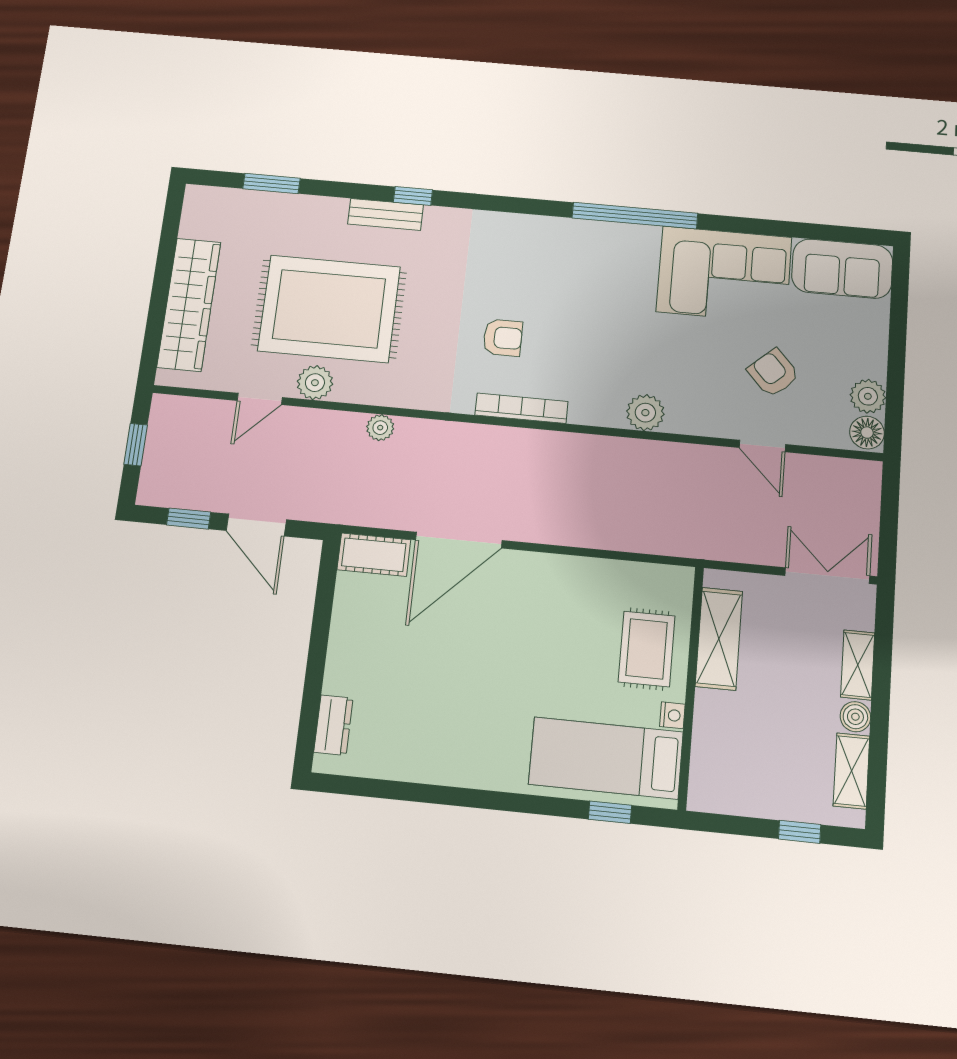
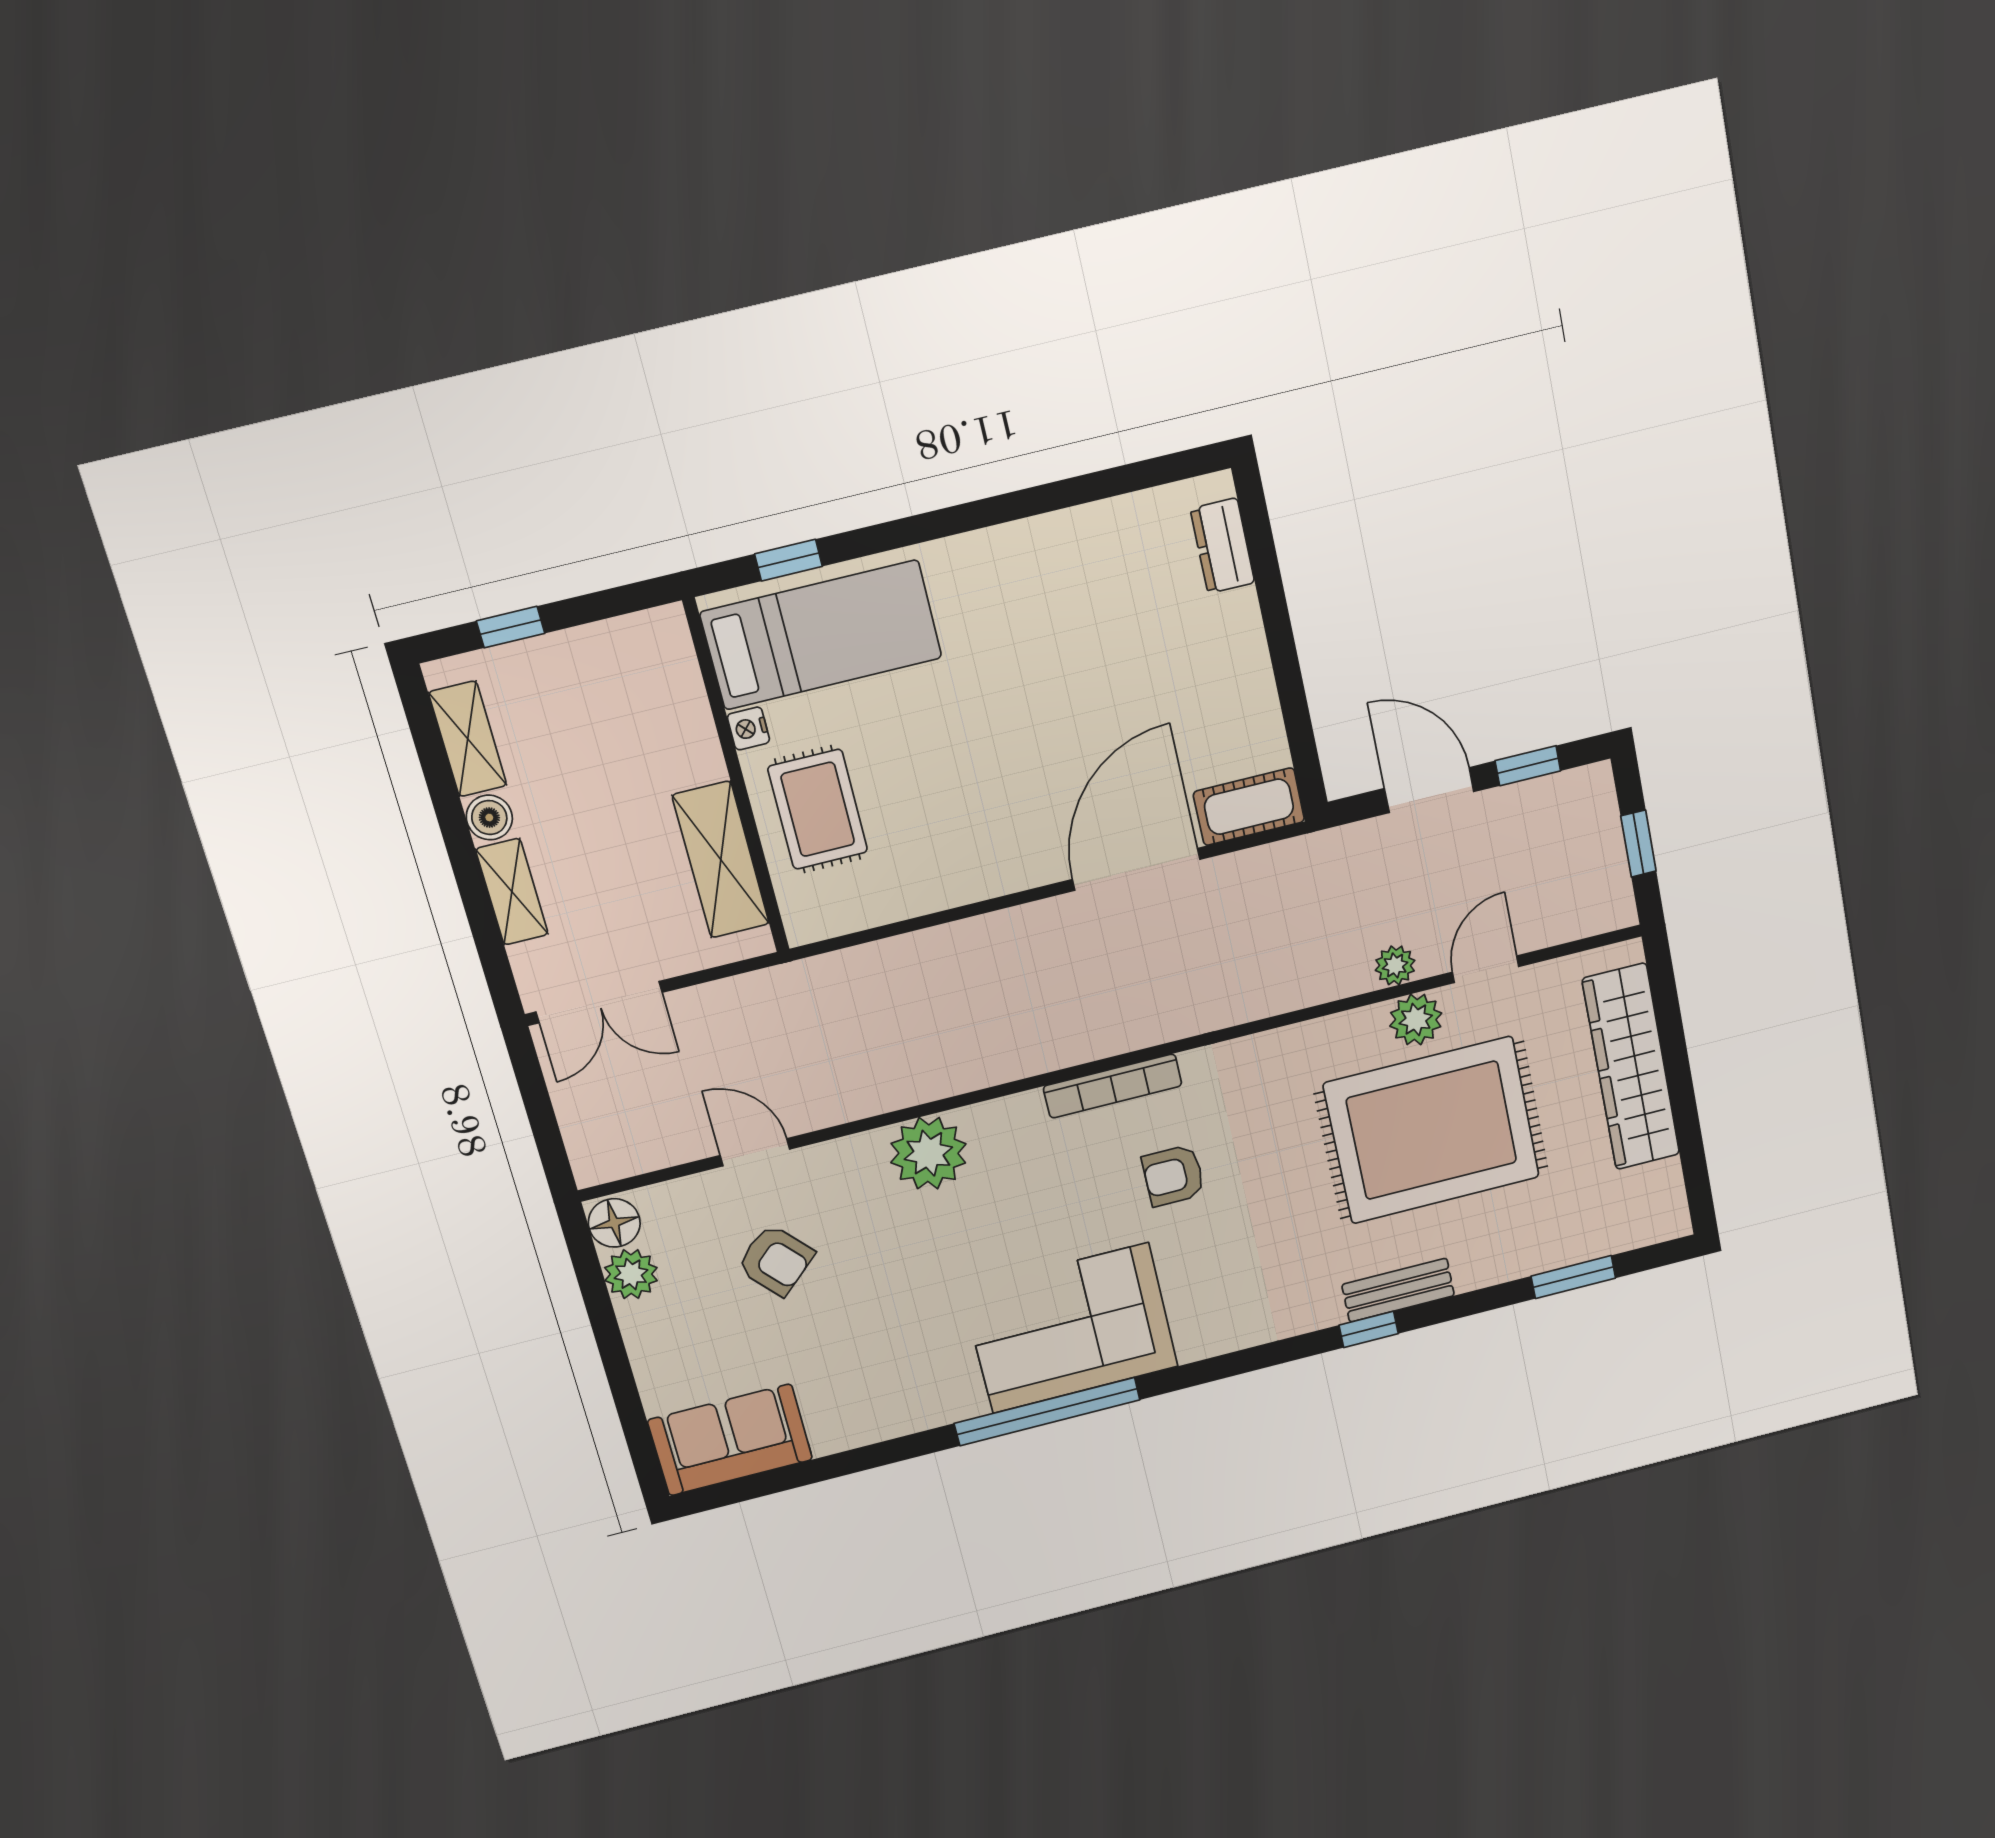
corner sofa: (724, 274) -> (1070, 1328), moved
plant: (645, 413) -> (928, 1153), width x1.36, depth x1.36
plant: (380, 428) -> (1395, 965), moved

